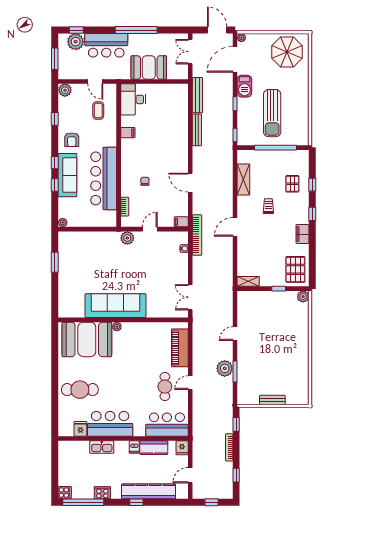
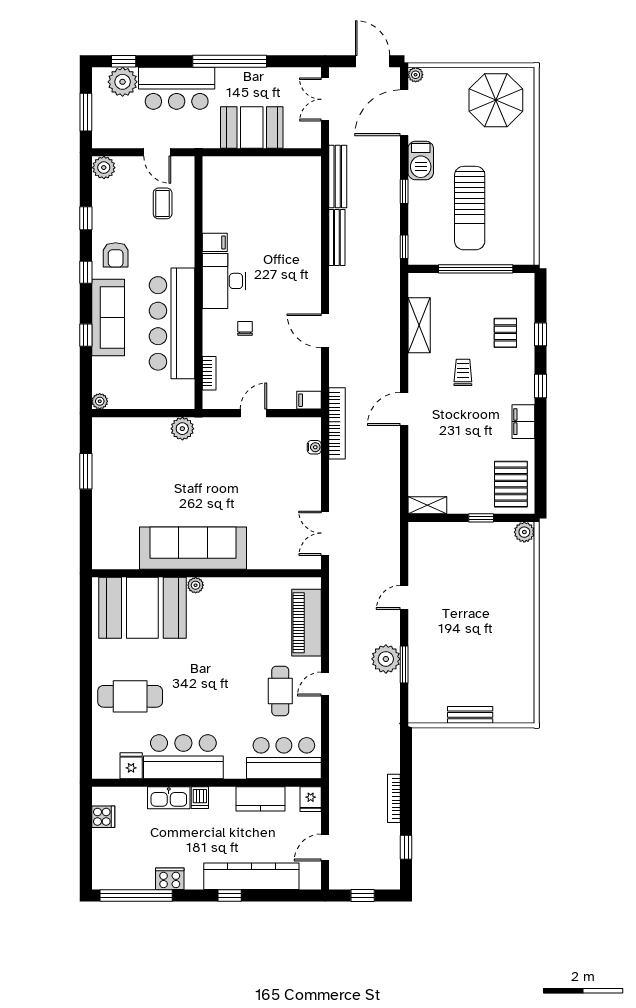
desk: (133, 99) -> (224, 281), moved
window: (55, 163) -> (86, 272), moved
plant: (127, 238) -> (182, 429), moved
window: (236, 424) -> (406, 758), removed
dishwasher: (134, 447) -> (200, 798), moved
cooker: (65, 493) -> (103, 817), moved

